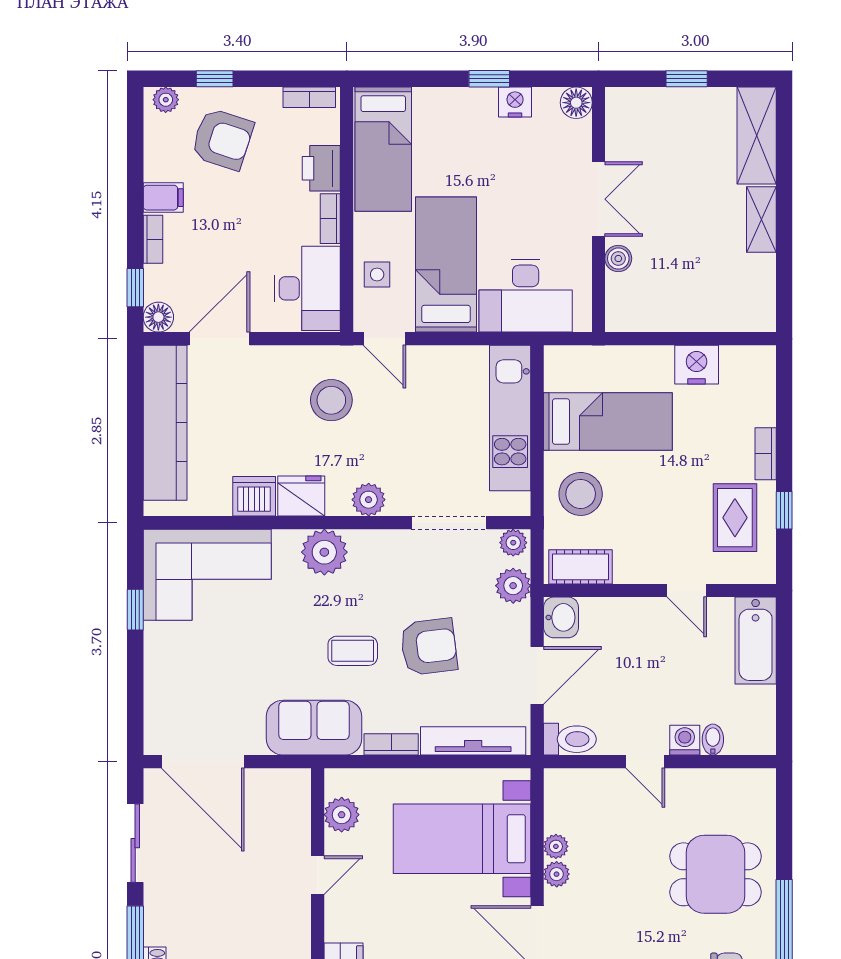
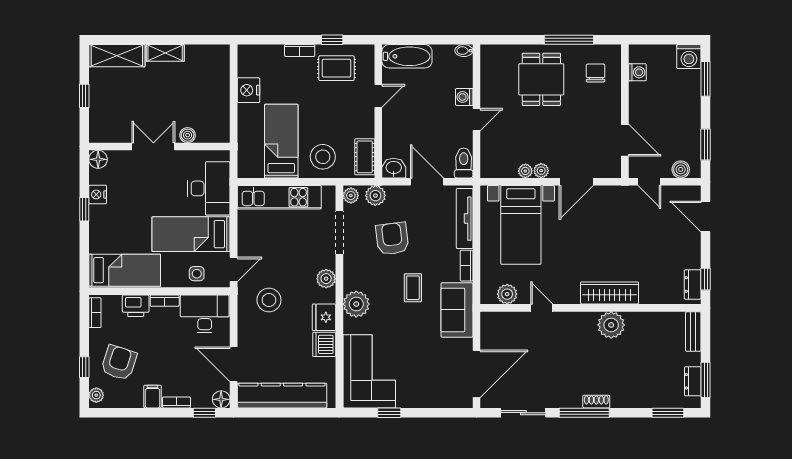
armchair: (429, 647) -> (392, 239), moved
bidet: (713, 740) -> (464, 51), moved

